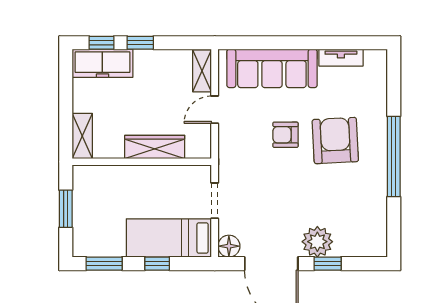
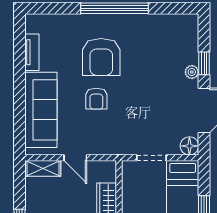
armchair: (335, 141) -> (101, 57), turned -87
plant: (317, 242) -> (192, 72), width x0.53, depth x0.53

